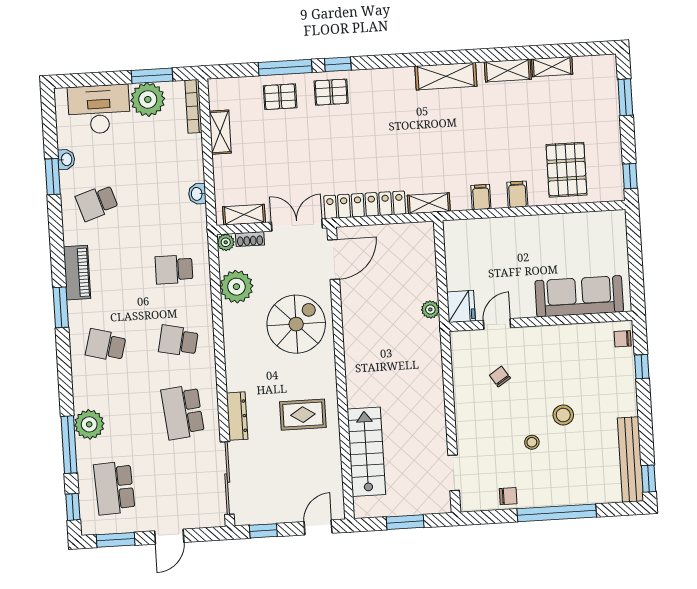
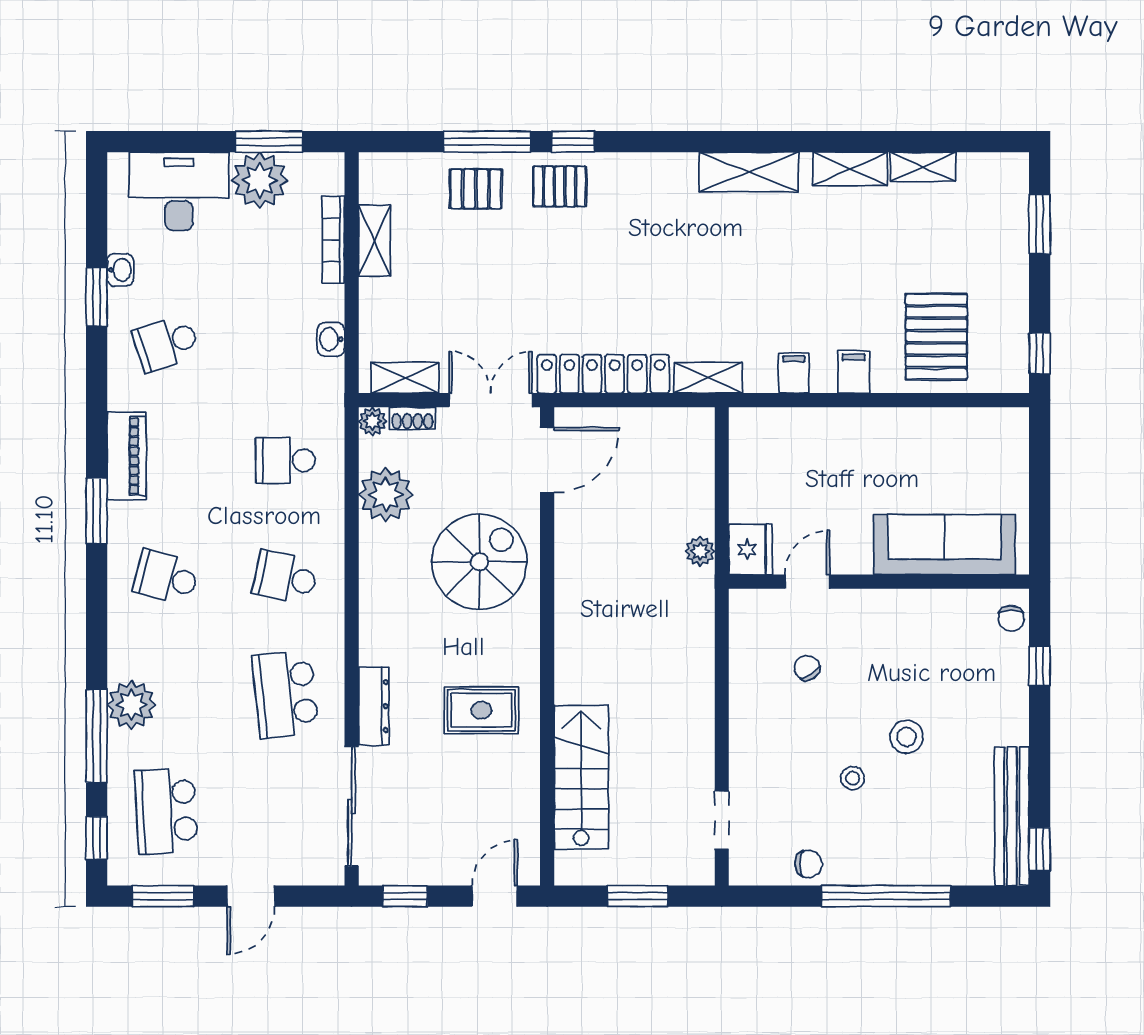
bookcase: (193, 106) -> (333, 240), moved
chair: (623, 339) -> (1011, 618), turned -90

